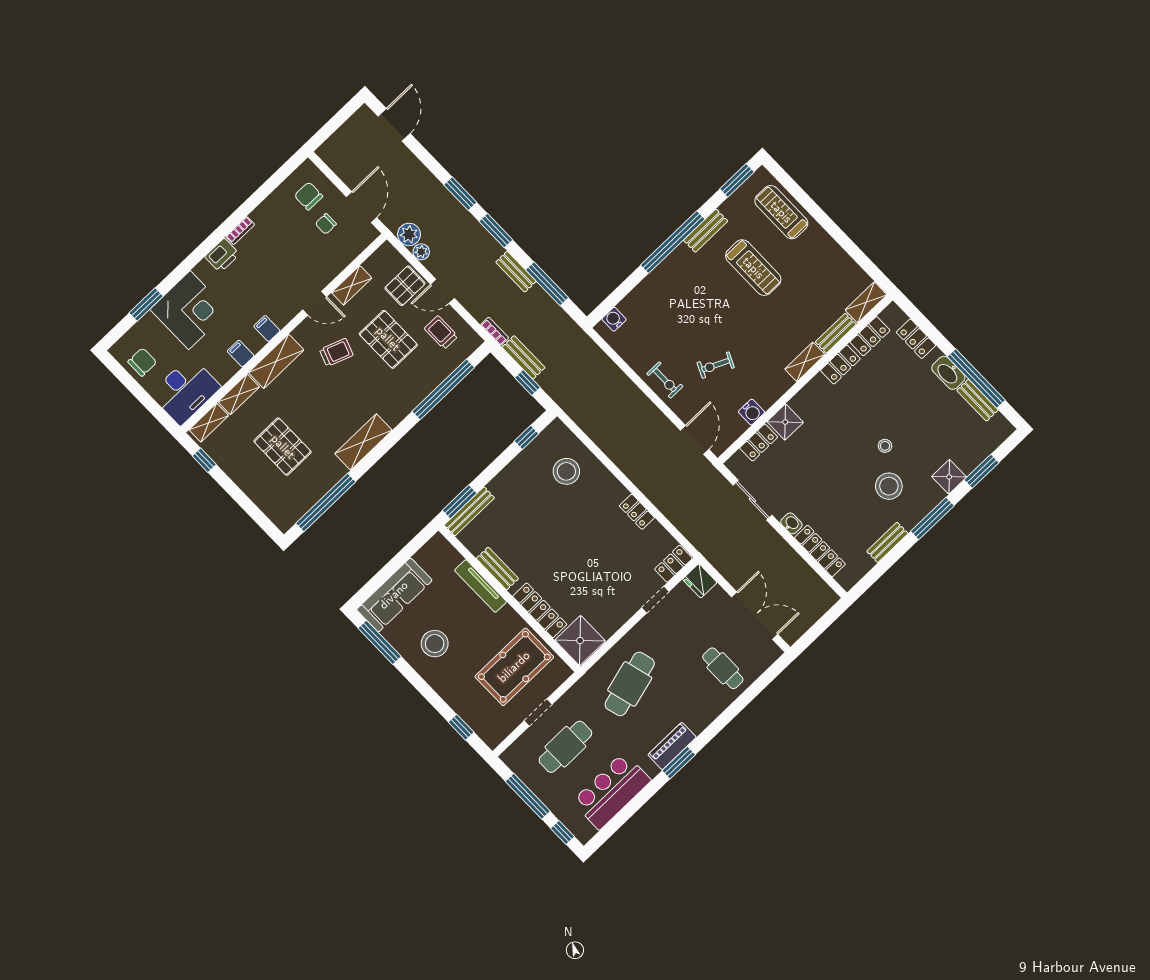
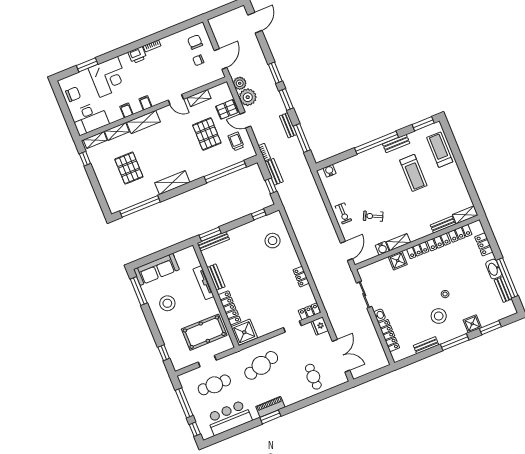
plant: (421, 252) -> (248, 97), width x1.88, depth x1.88
trolley: (336, 352) -> (177, 130), removed
shelving: (805, 362) -> (398, 242), moved
locker: (759, 443) -> (418, 250), moved

